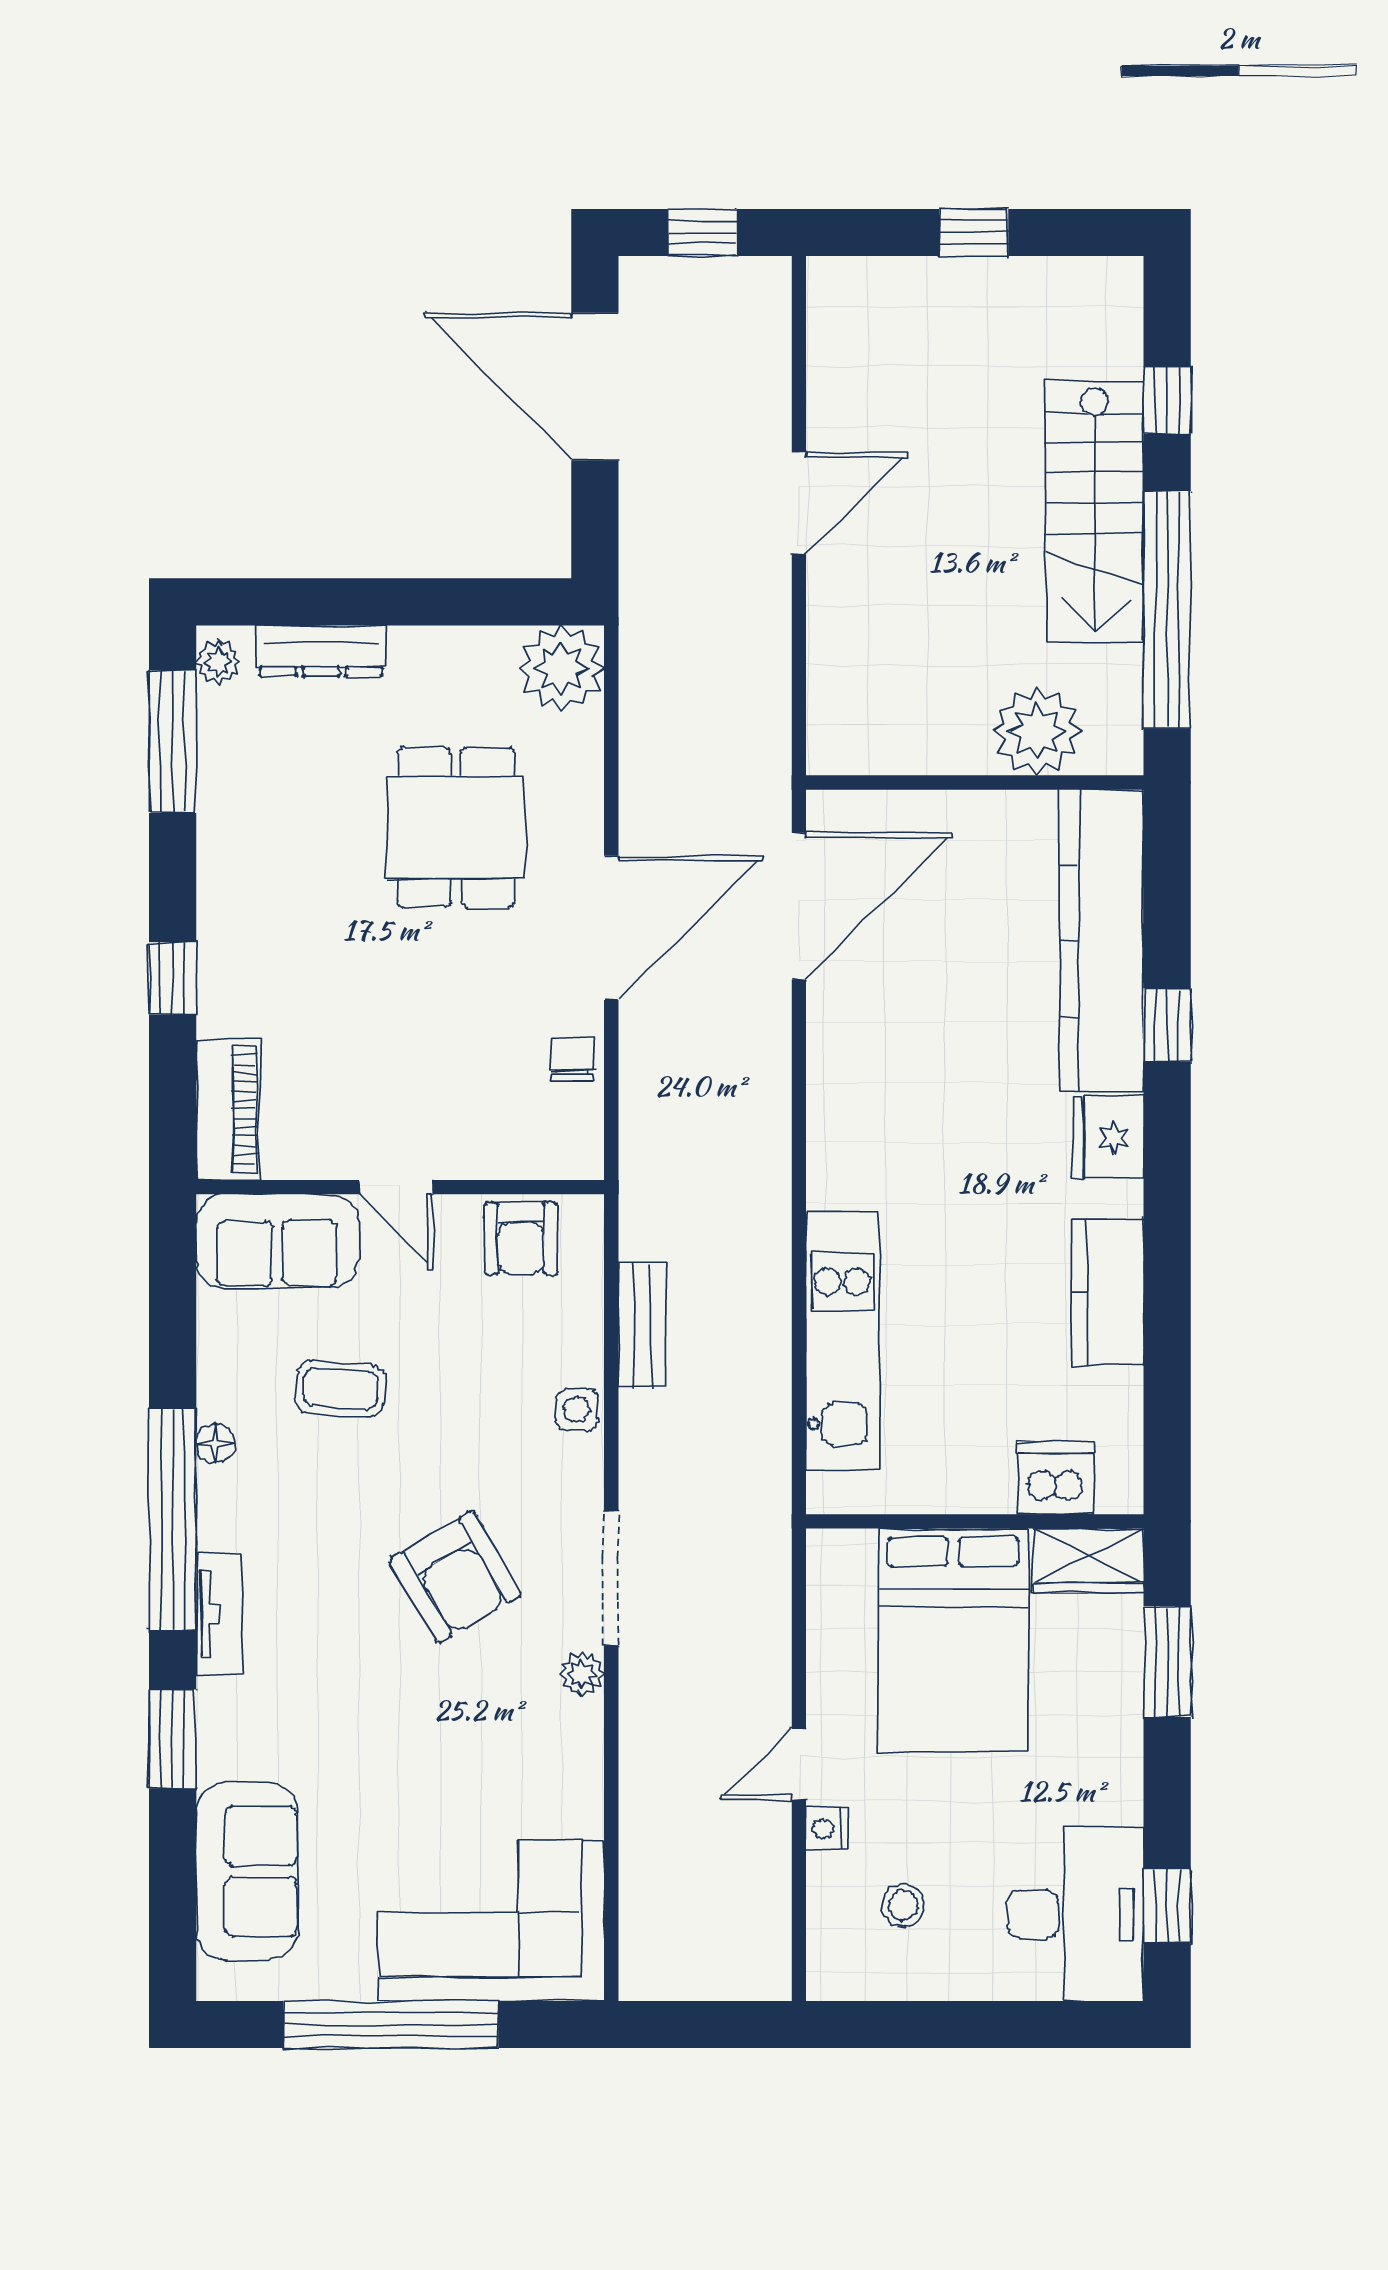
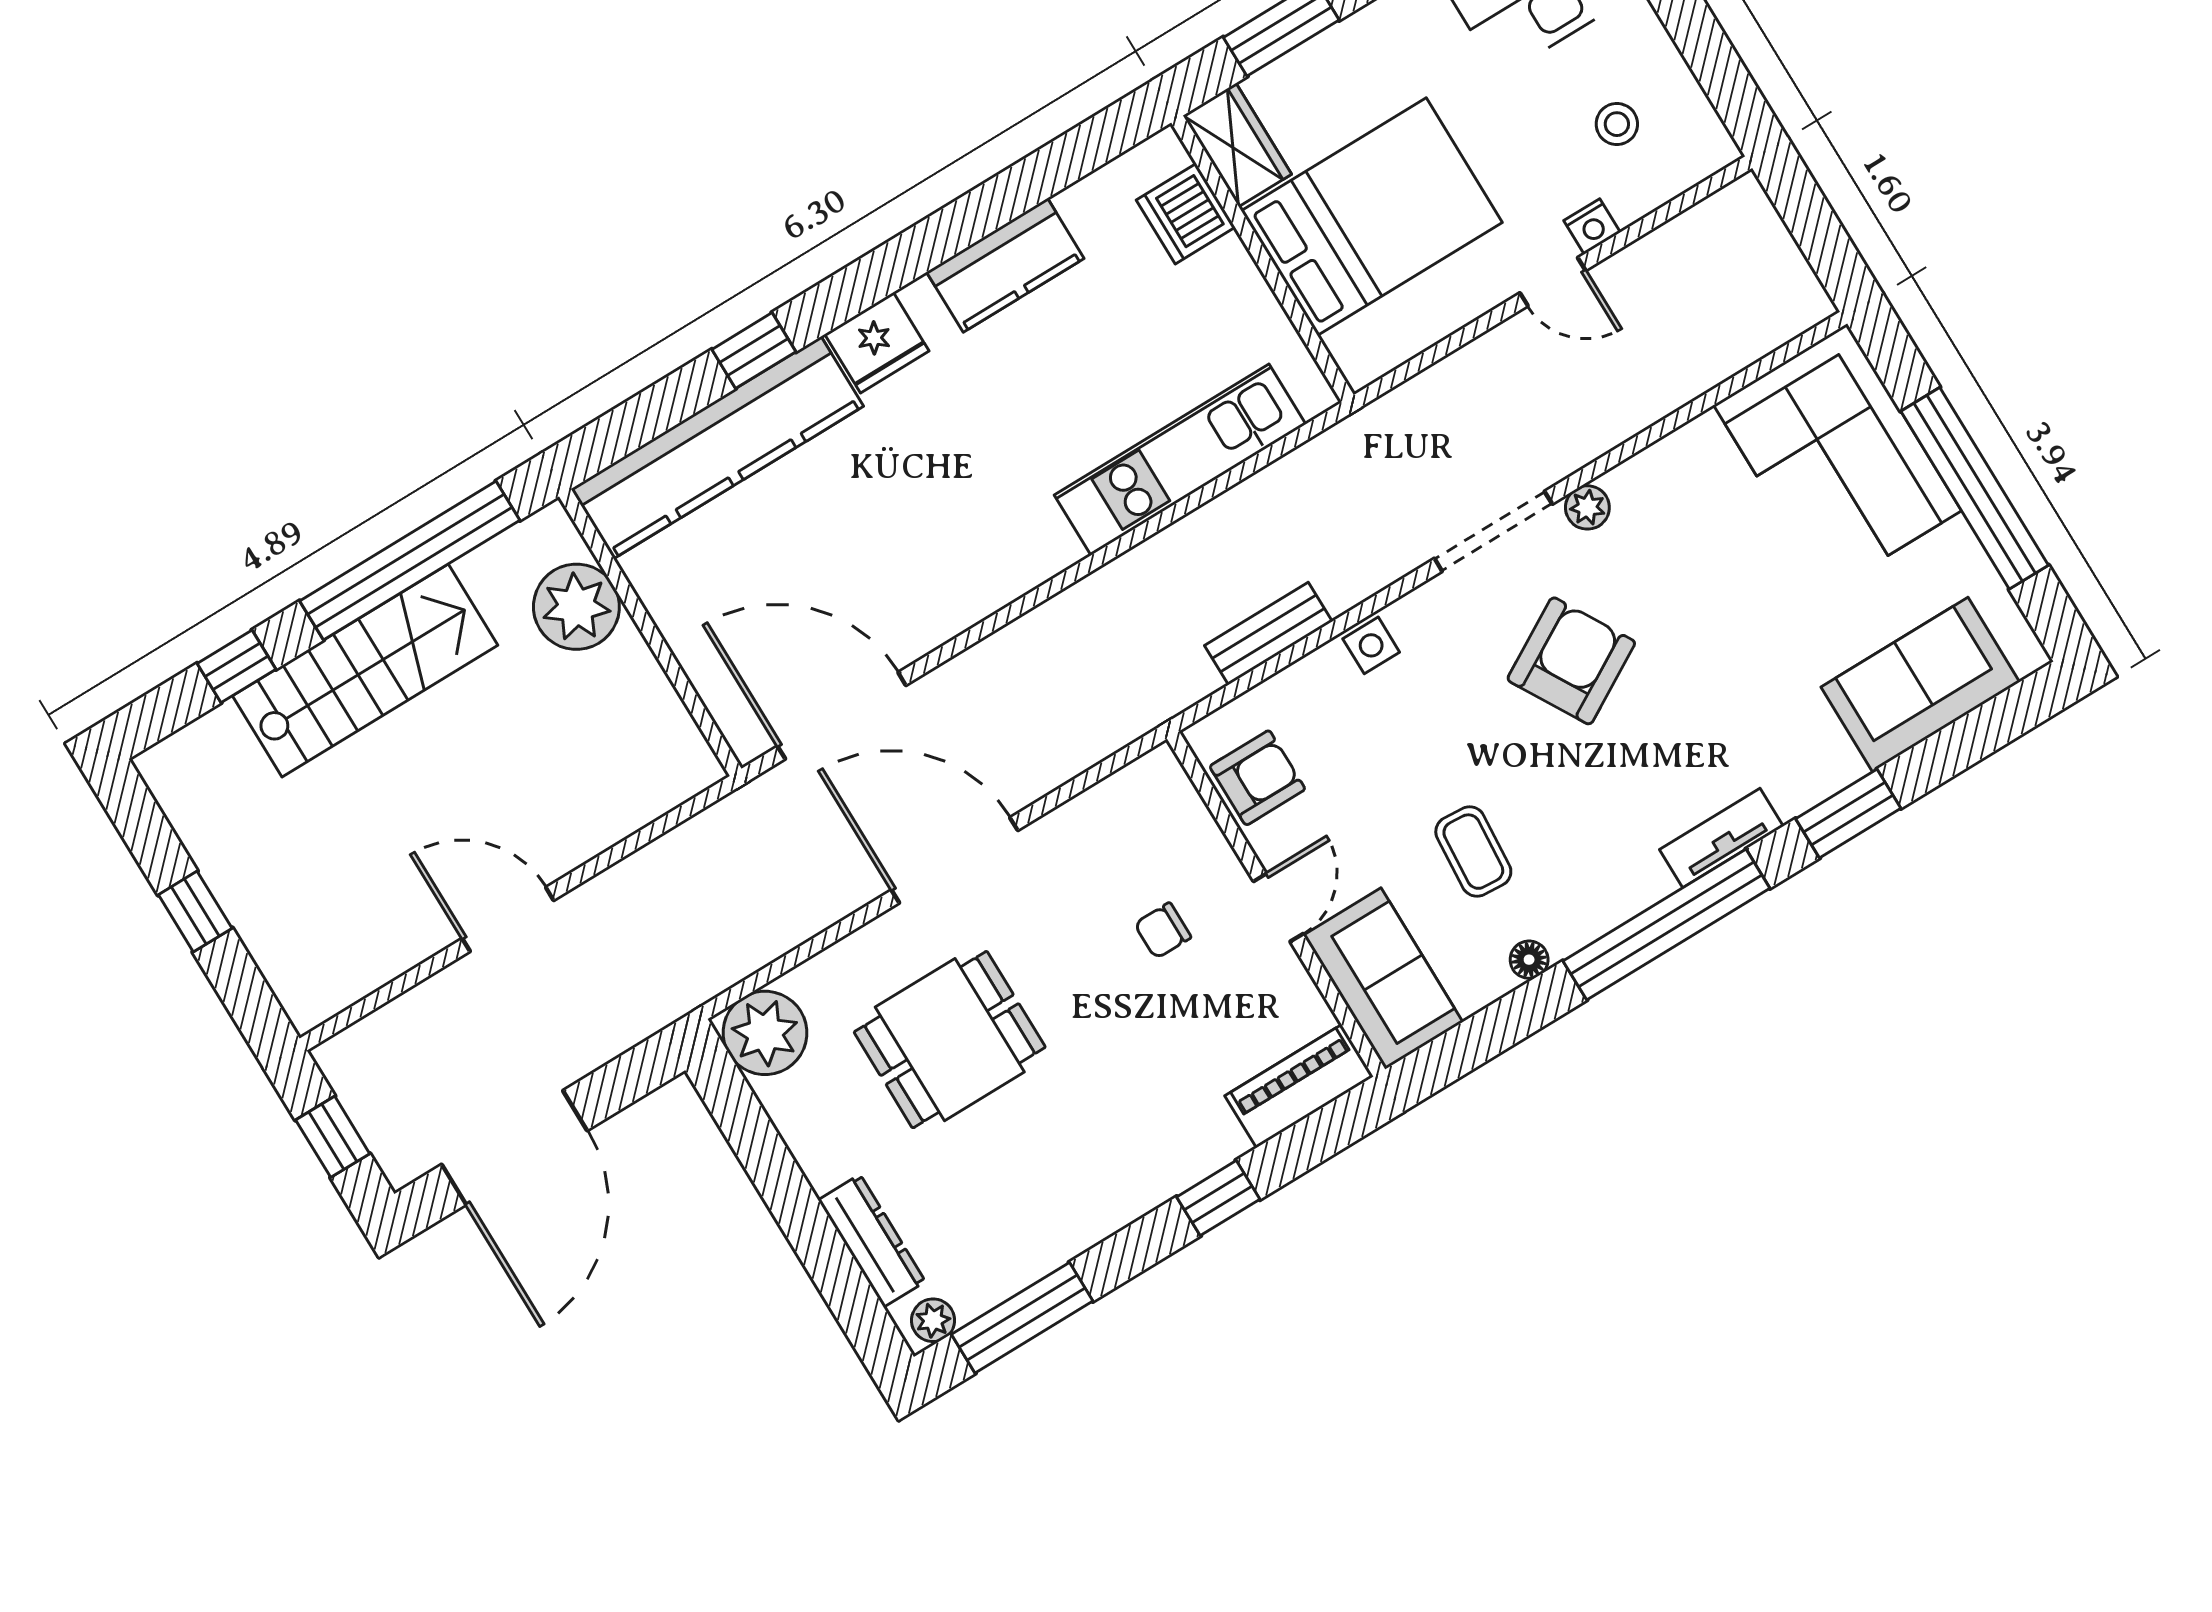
chair: (572, 1059) -> (1163, 931), moved
floor lamp: (215, 1443) -> (1529, 960), moved

